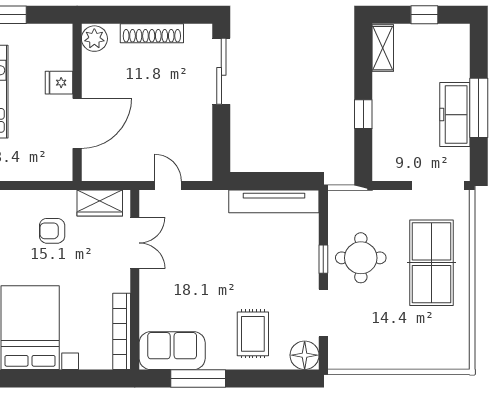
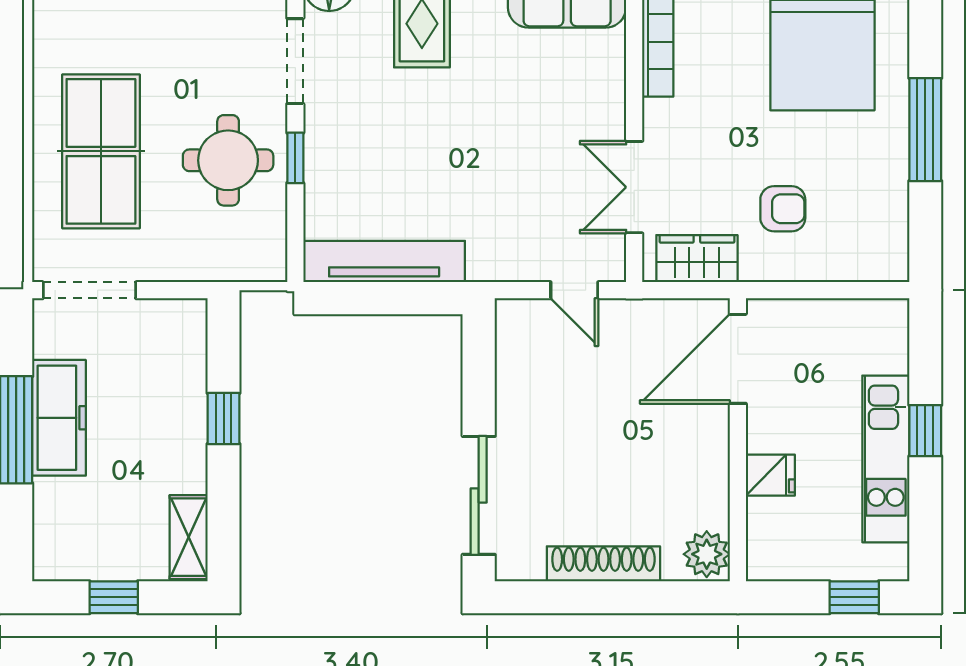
door: (77, 123) -> (738, 359), moved

